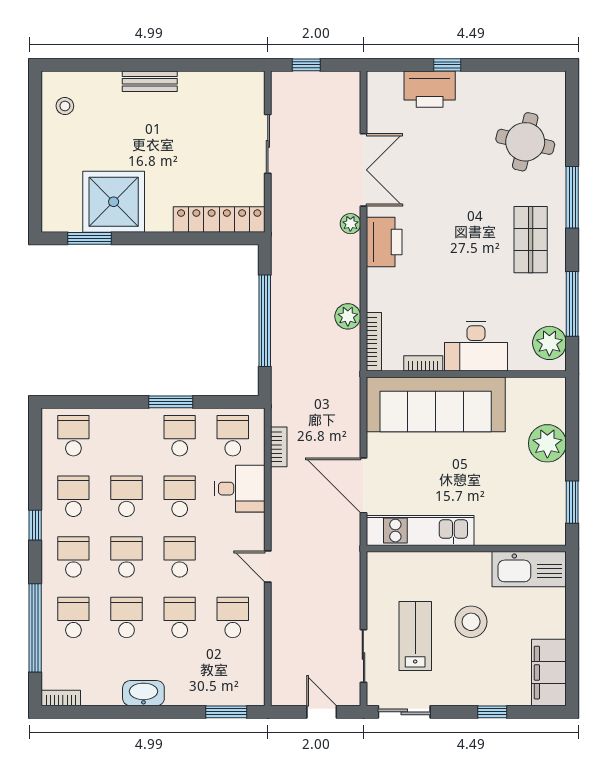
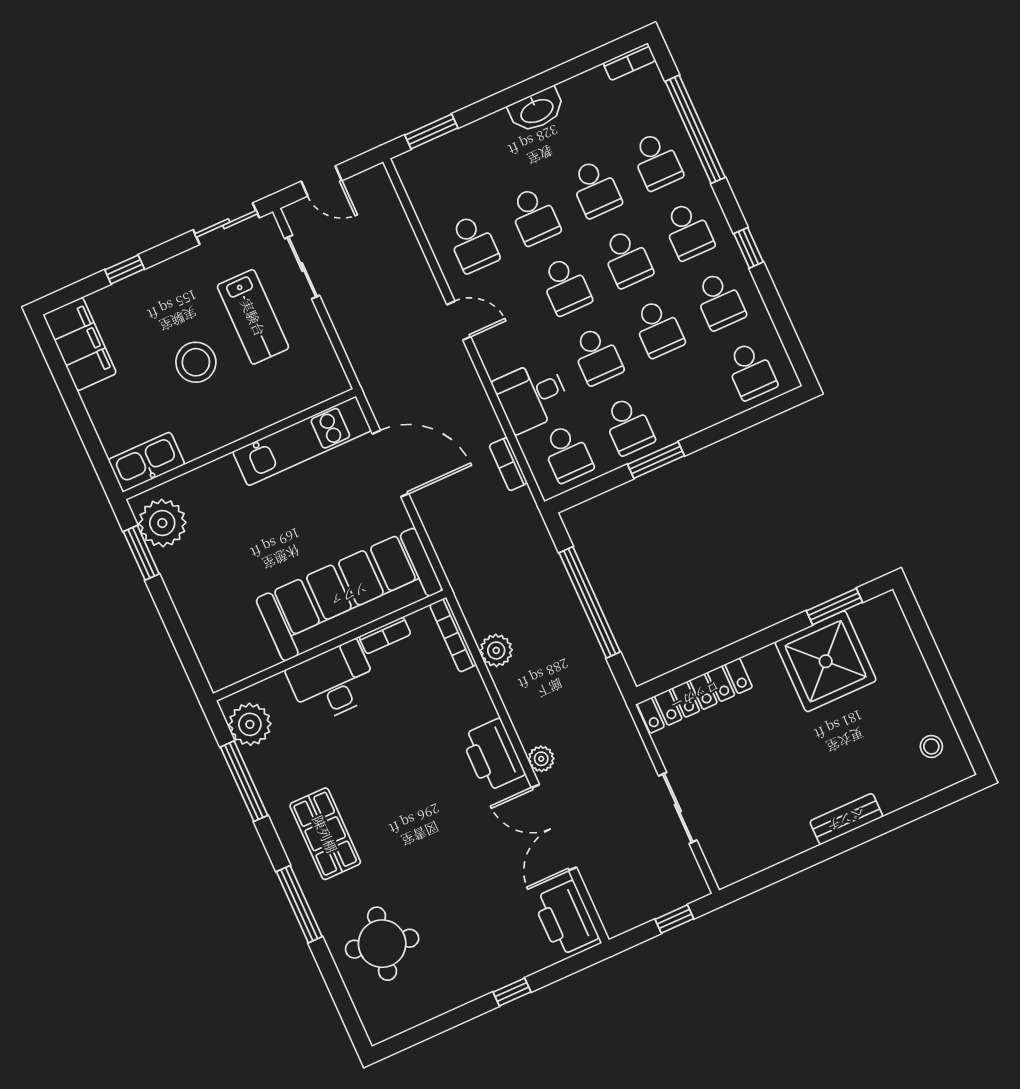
printer: (430, 89) -> (565, 918), moved, turned -90
plant: (547, 443) -> (162, 523), moved
kitchen sink: (529, 569) -> (146, 462), width x0.73, depth x0.81

